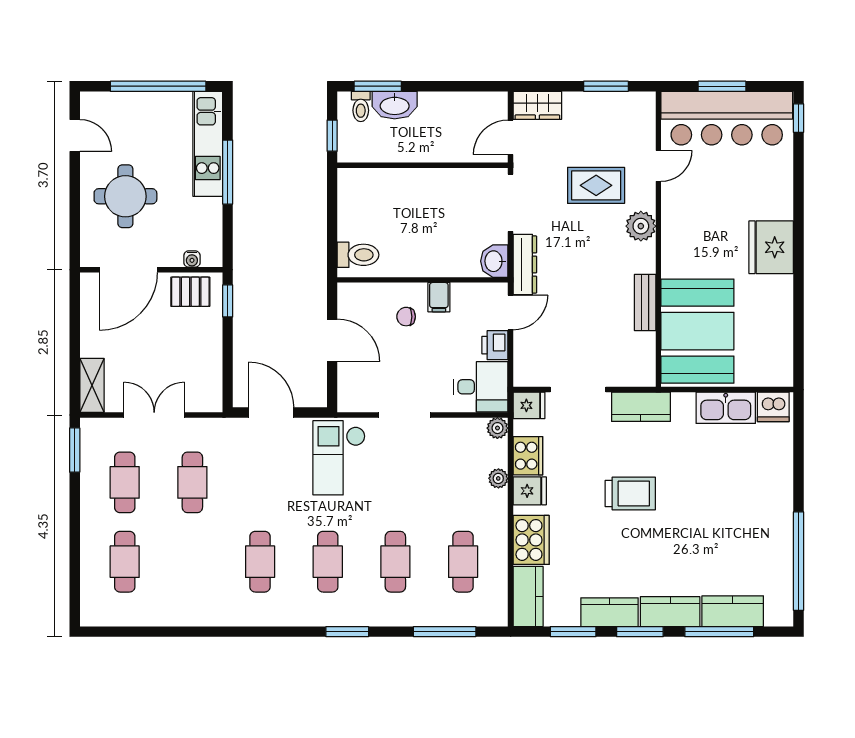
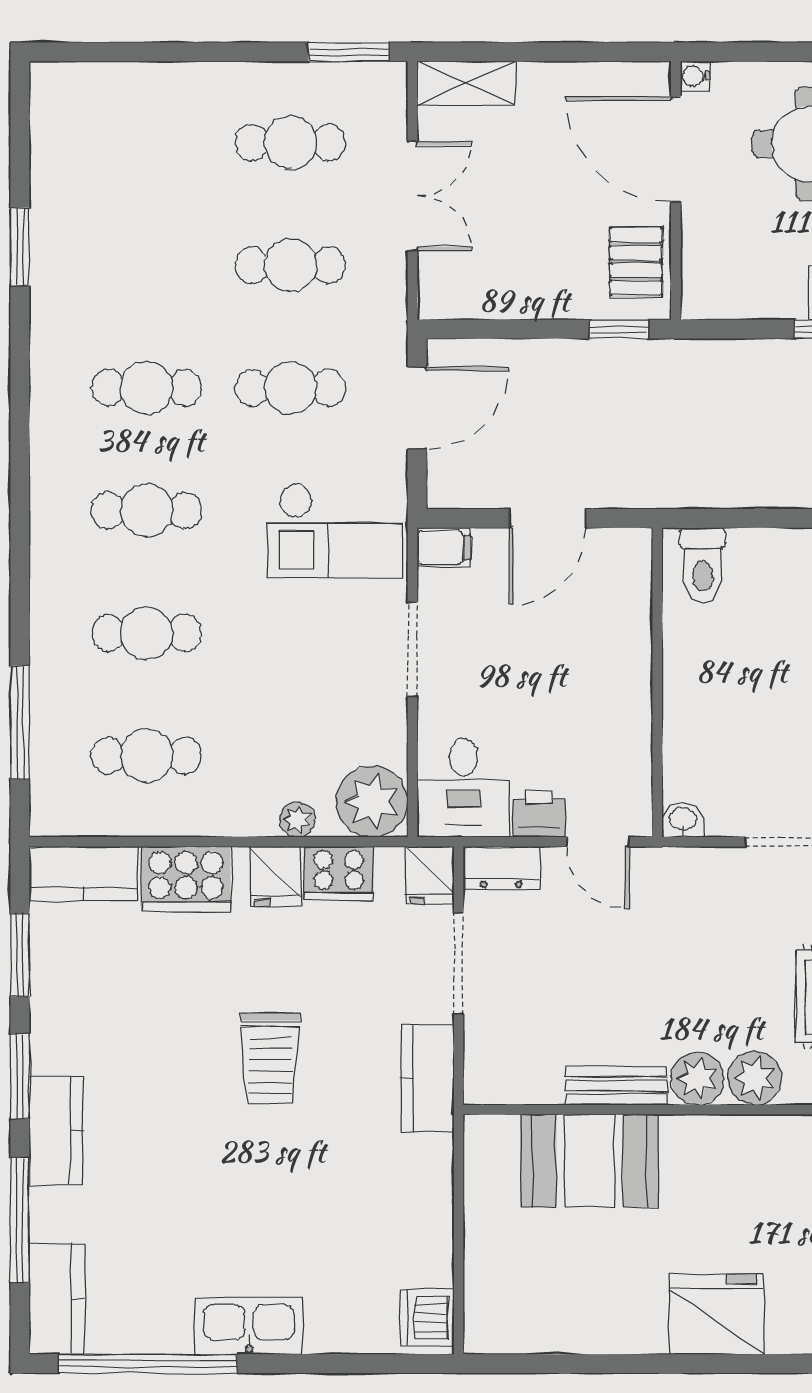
plant: (641, 258) -> (697, 1079), added
water cooler: (192, 259) -> (695, 76), moved
washbasin: (494, 261) -> (683, 820), width x0.72, depth x0.69
dresser: (525, 265) -> (501, 868), moved, width x0.70
filing cabinet: (439, 297) -> (444, 548), moved, turned 180
chair: (406, 317) -> (591, 652), removed
booth: (697, 331) -> (590, 1161), width x0.73, depth x0.70
kitchen sink: (726, 408) -> (249, 1326), moved, turned 90
plant: (497, 428) -> (372, 801), width x1.88, depth x1.88
checkout: (339, 458) -> (335, 531), turned 180
cafe table: (125, 562) -> (290, 388), moved
kitchen counter: (733, 611) -> (57, 1299), moved
kitchen counter: (609, 612) -> (55, 1021), removed
window: (347, 632) -> (20, 247), moved

